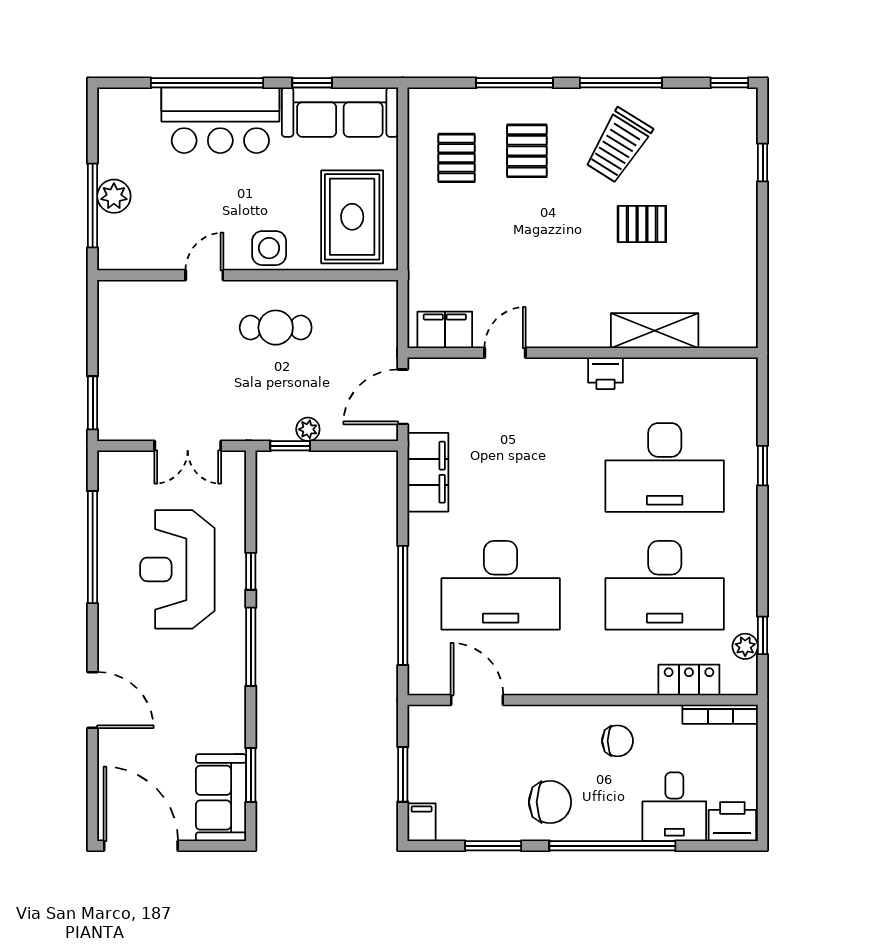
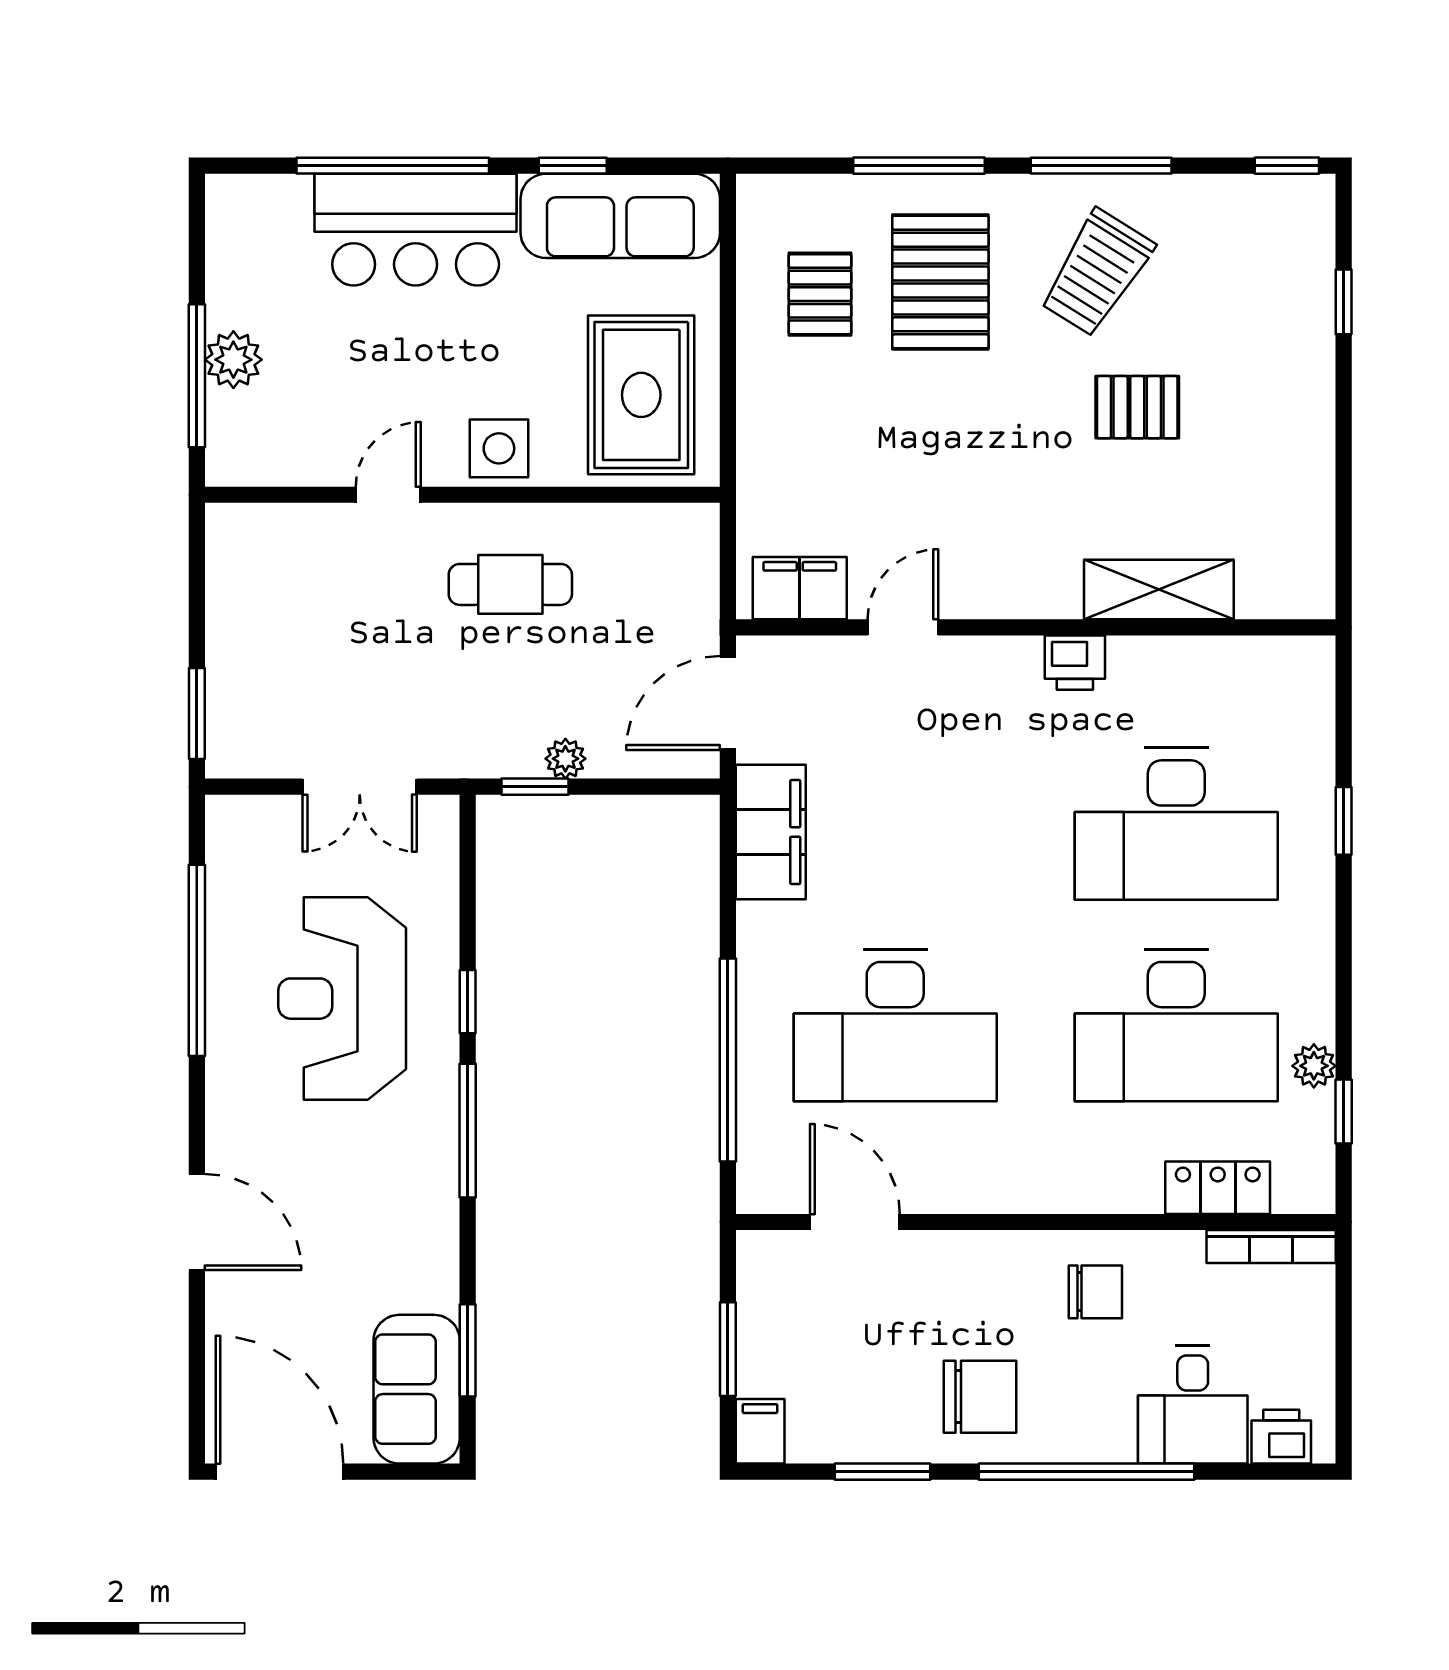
pallet: (527, 151) -> (940, 282), width x1.50, depth x1.42
plant: (745, 646) -> (1314, 1066), moved
printer: (732, 822) -> (1281, 1437), width x0.73, depth x0.81

